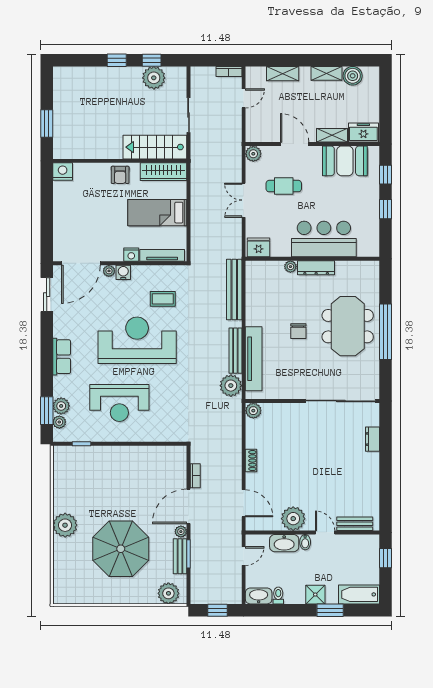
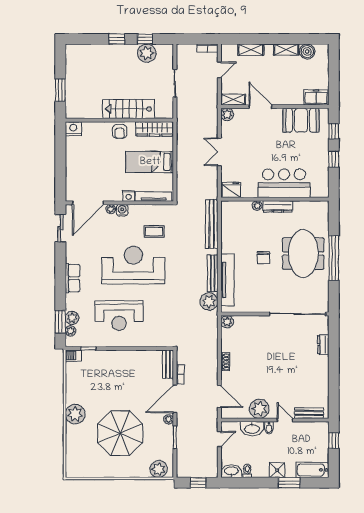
shelving: (332, 135) -> (233, 100), moved
stairs: (155, 147) -> (129, 109), moved
cafe table: (284, 186) -> (252, 140), removed
barbecue: (63, 453) -> (73, 356), added
bench: (180, 556) -> (168, 364), moved

